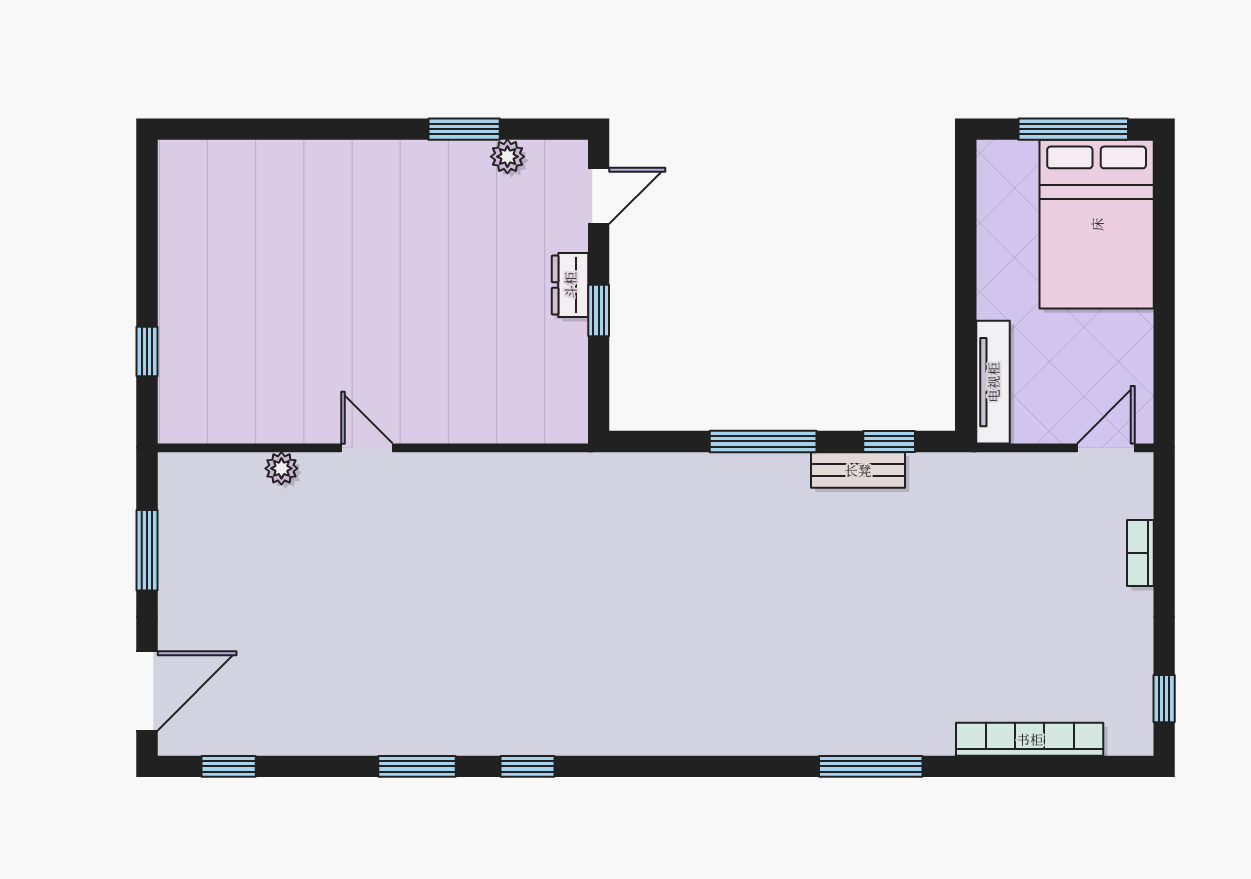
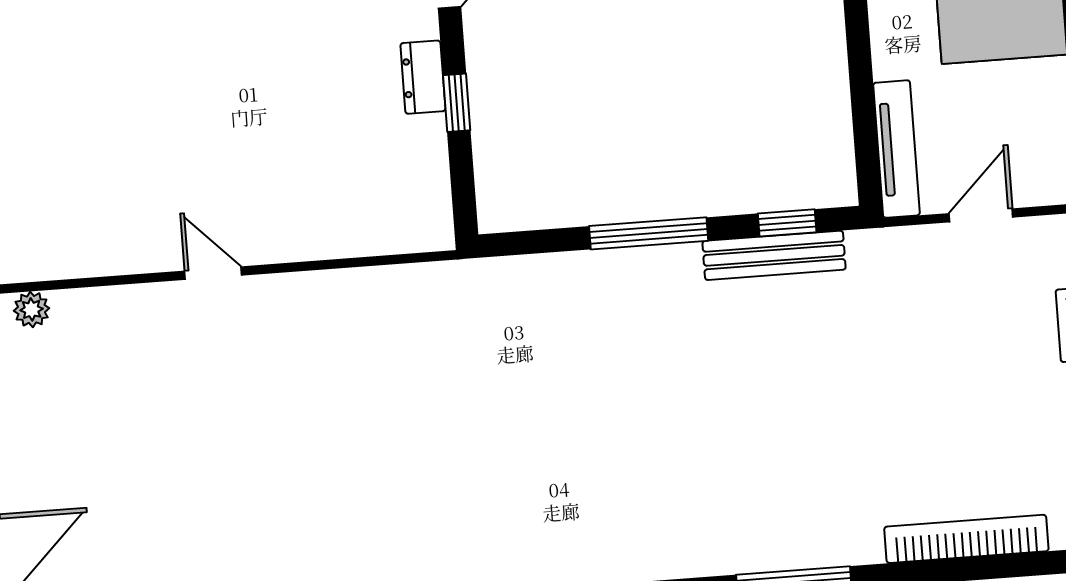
door: (1106, 448) -> (981, 215), moved
plant: (281, 468) -> (32, 309), moved
bench: (858, 470) -> (774, 255), width x1.36

